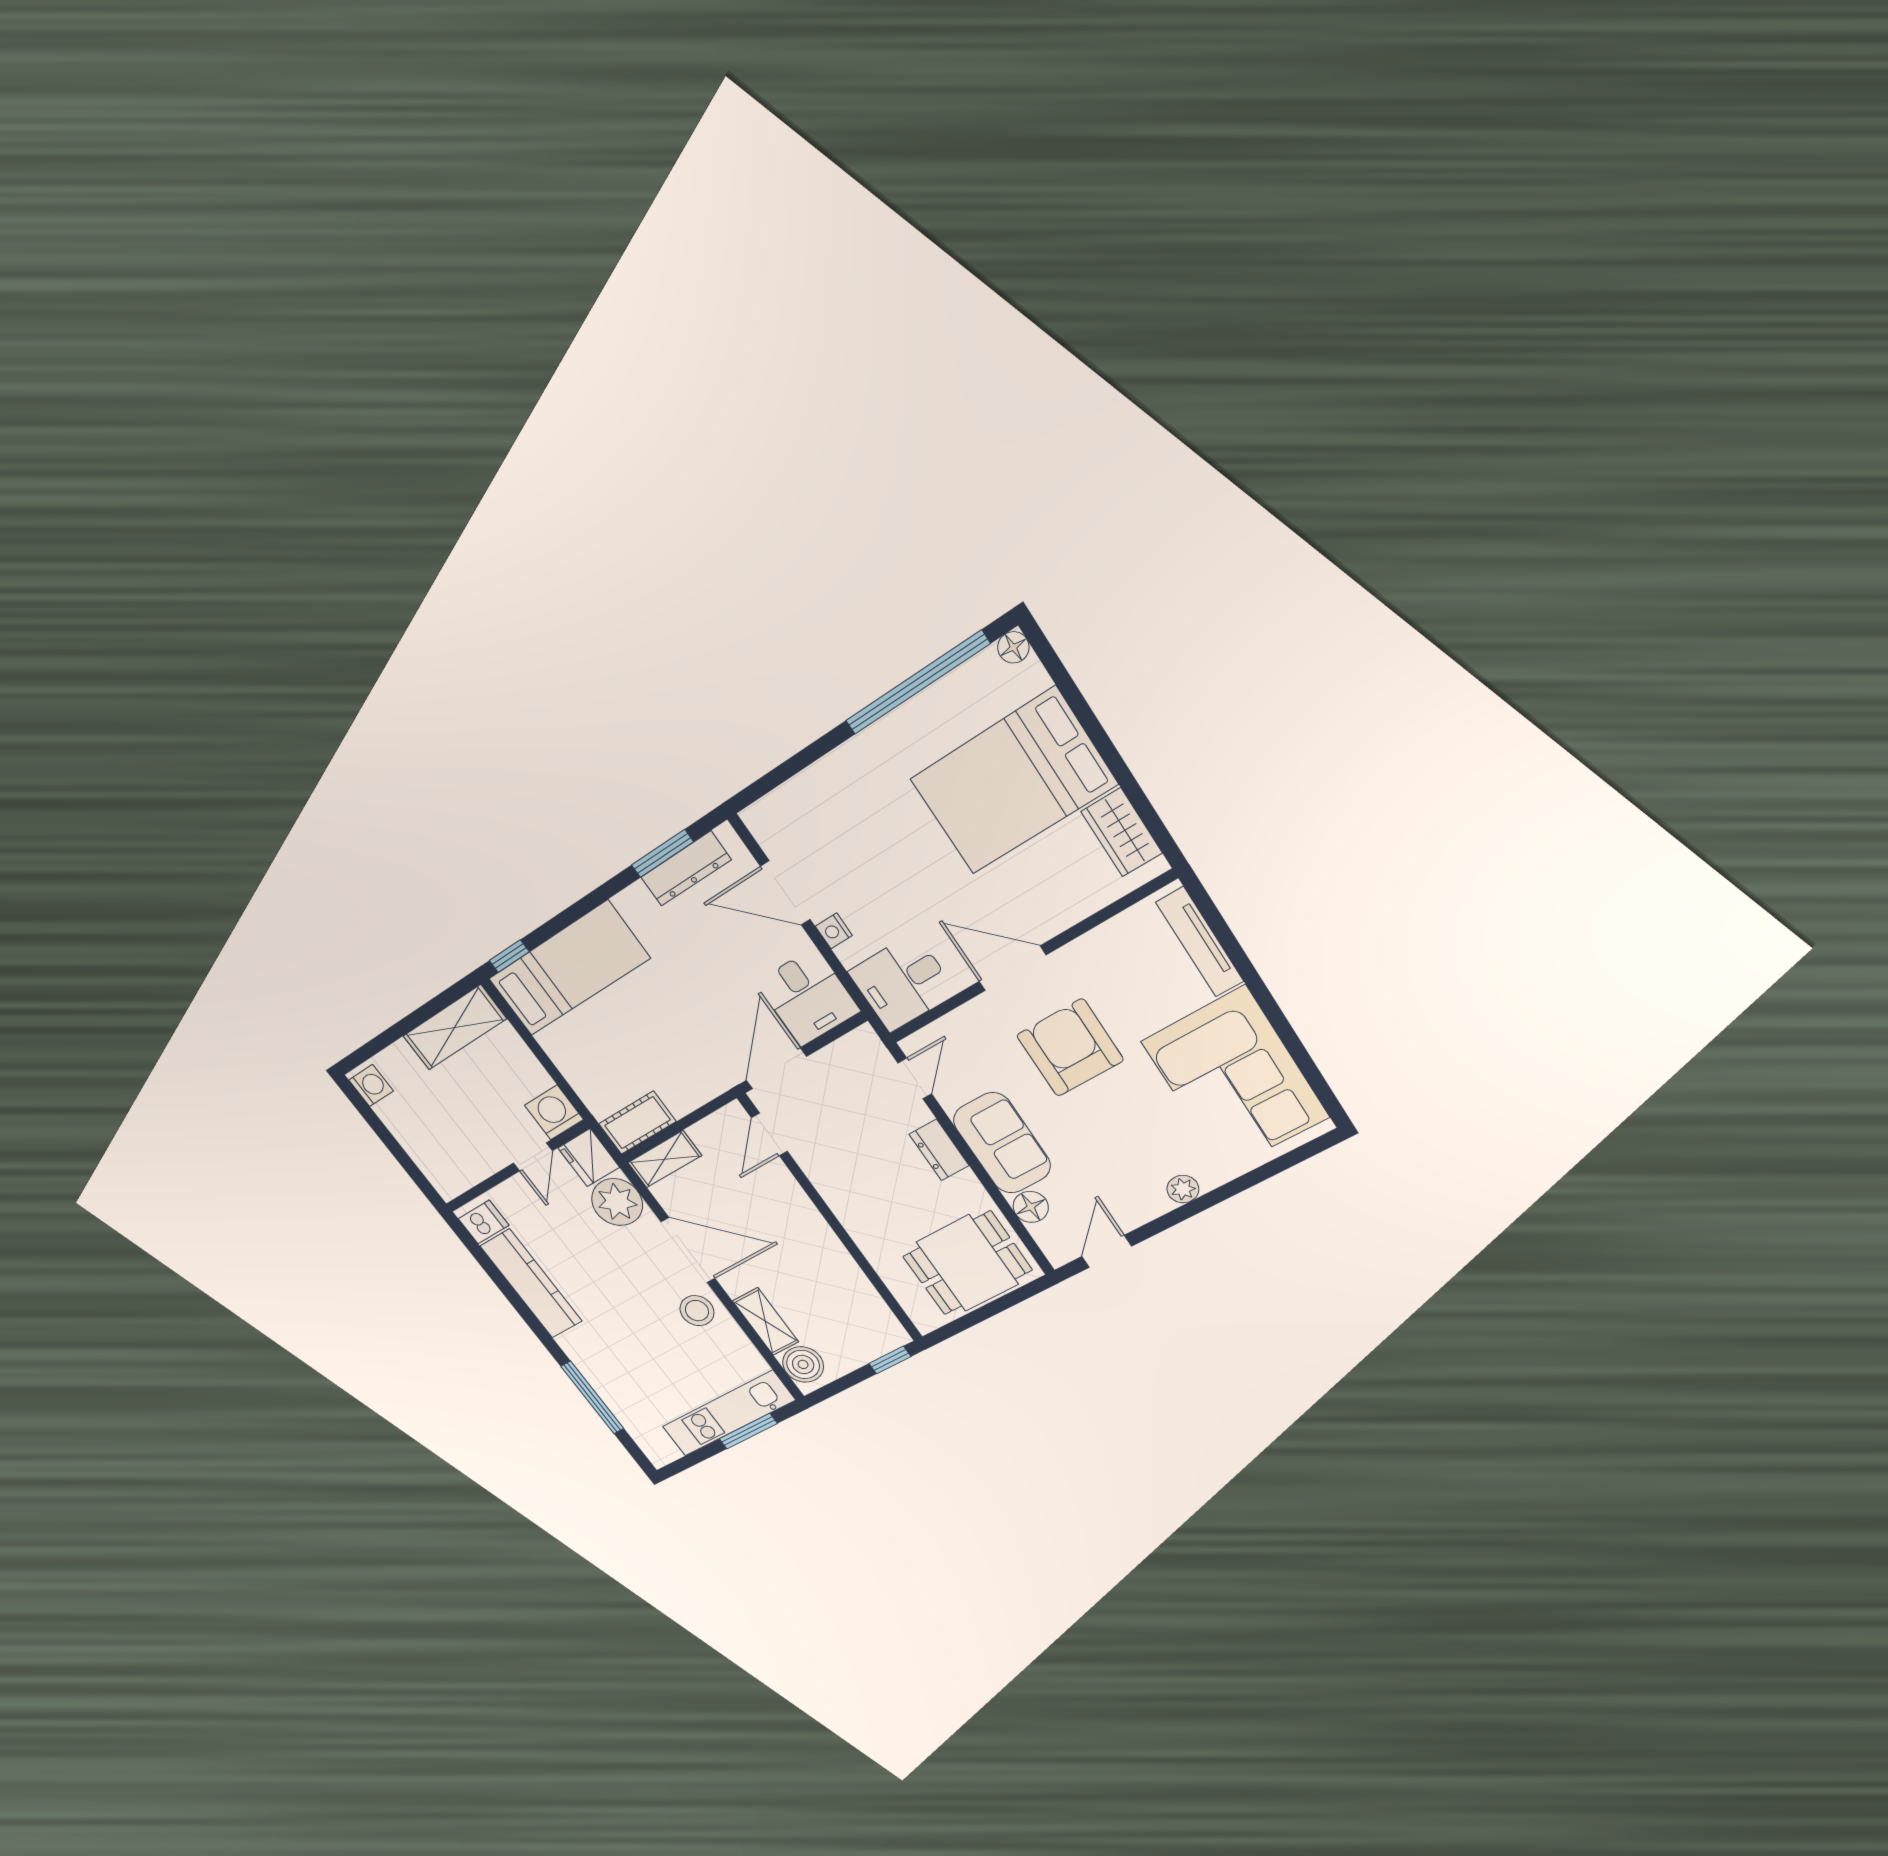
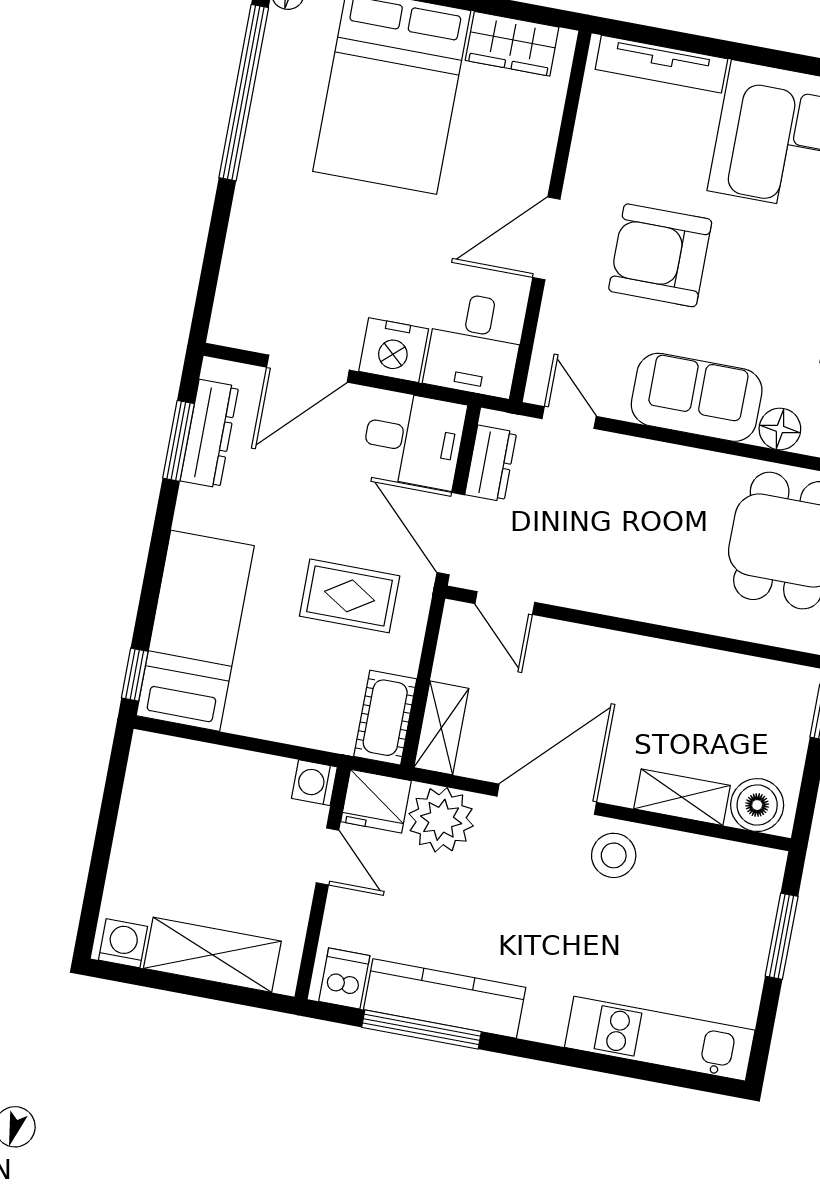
nightstand: (834, 931) -> (394, 350), width x1.89, depth x1.79
shelving: (455, 1027) -> (212, 955), moved, turned 90
rug: (681, 1041) -> (350, 596), added
washing machine: (554, 1112) -> (314, 783), width x0.73, depth x0.73
dresser: (939, 1150) -> (491, 463), moved, turned -90
window: (592, 1398) -> (421, 1029), moved
kitchen unit: (728, 1413) -> (660, 1039), moved, turned 90

